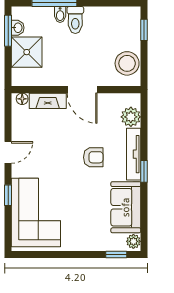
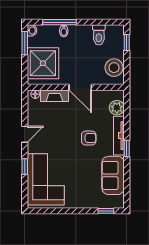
toilet: (75, 20) -> (99, 35), moved
washbasin: (18, 28) -> (32, 30), moved
shower: (27, 52) -> (43, 63), width x1.37, depth x1.37
plant: (133, 241) -> (119, 201), removed

